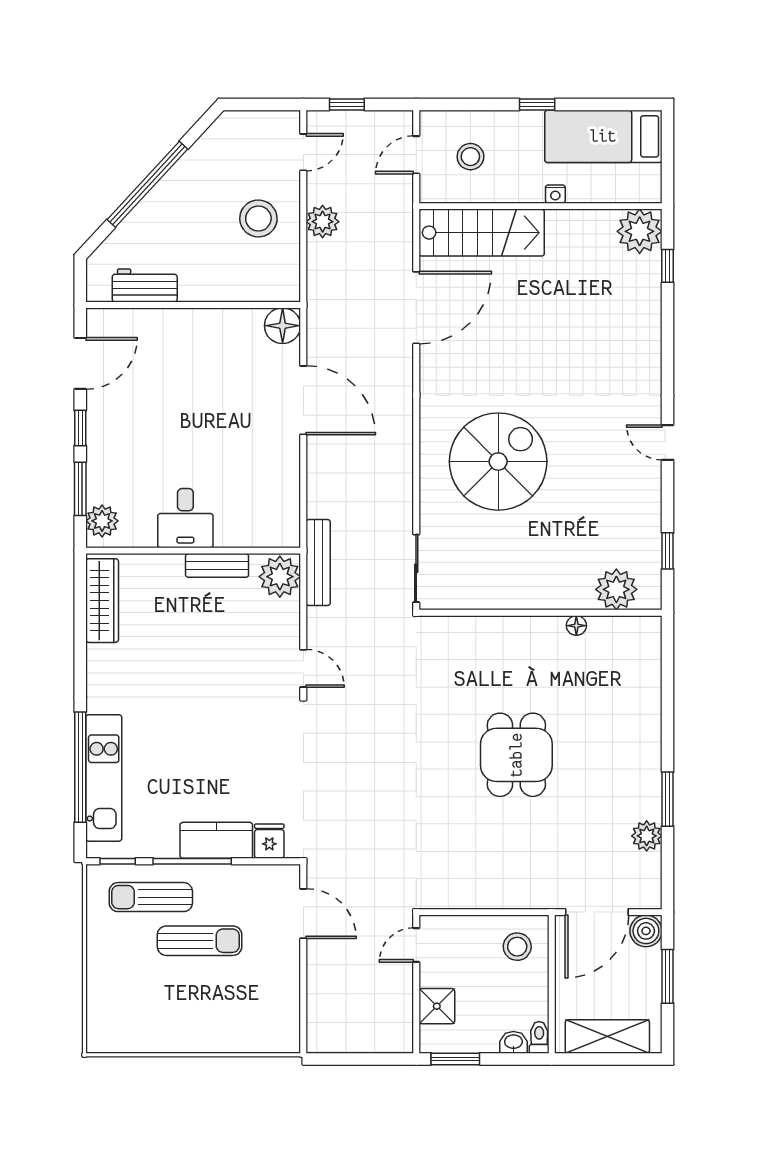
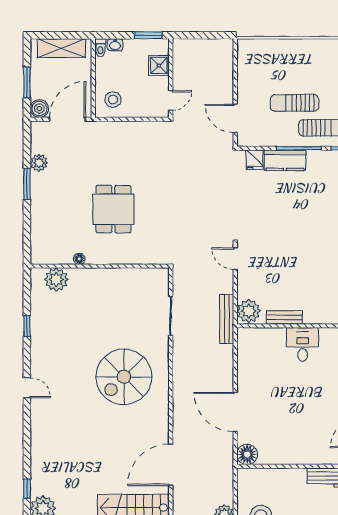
plant: (616, 589) -> (56, 279), moved
wall: (540, 613) -> (100, 266), moved
floor lamp: (576, 626) -> (79, 259), moved

